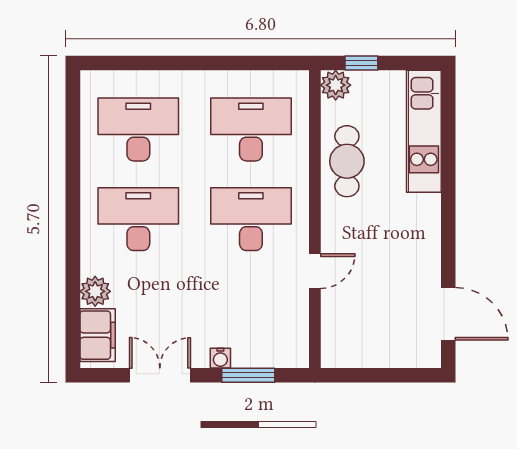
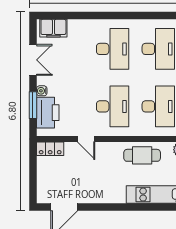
plant: (95, 291) -> (76, 27), removed
locker: (334, 342) -> (50, 149), added
printer: (263, 346) -> (48, 113), added

